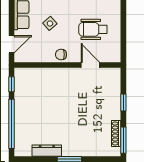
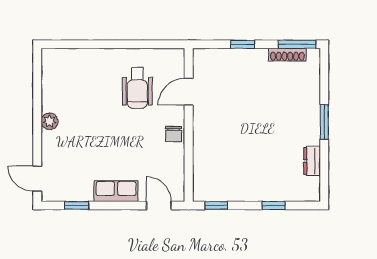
side table: (50, 23) -> (129, 150), removed
window: (11, 124) -> (273, 205), width x0.32
dresser: (47, 151) -> (312, 161), width x0.70

